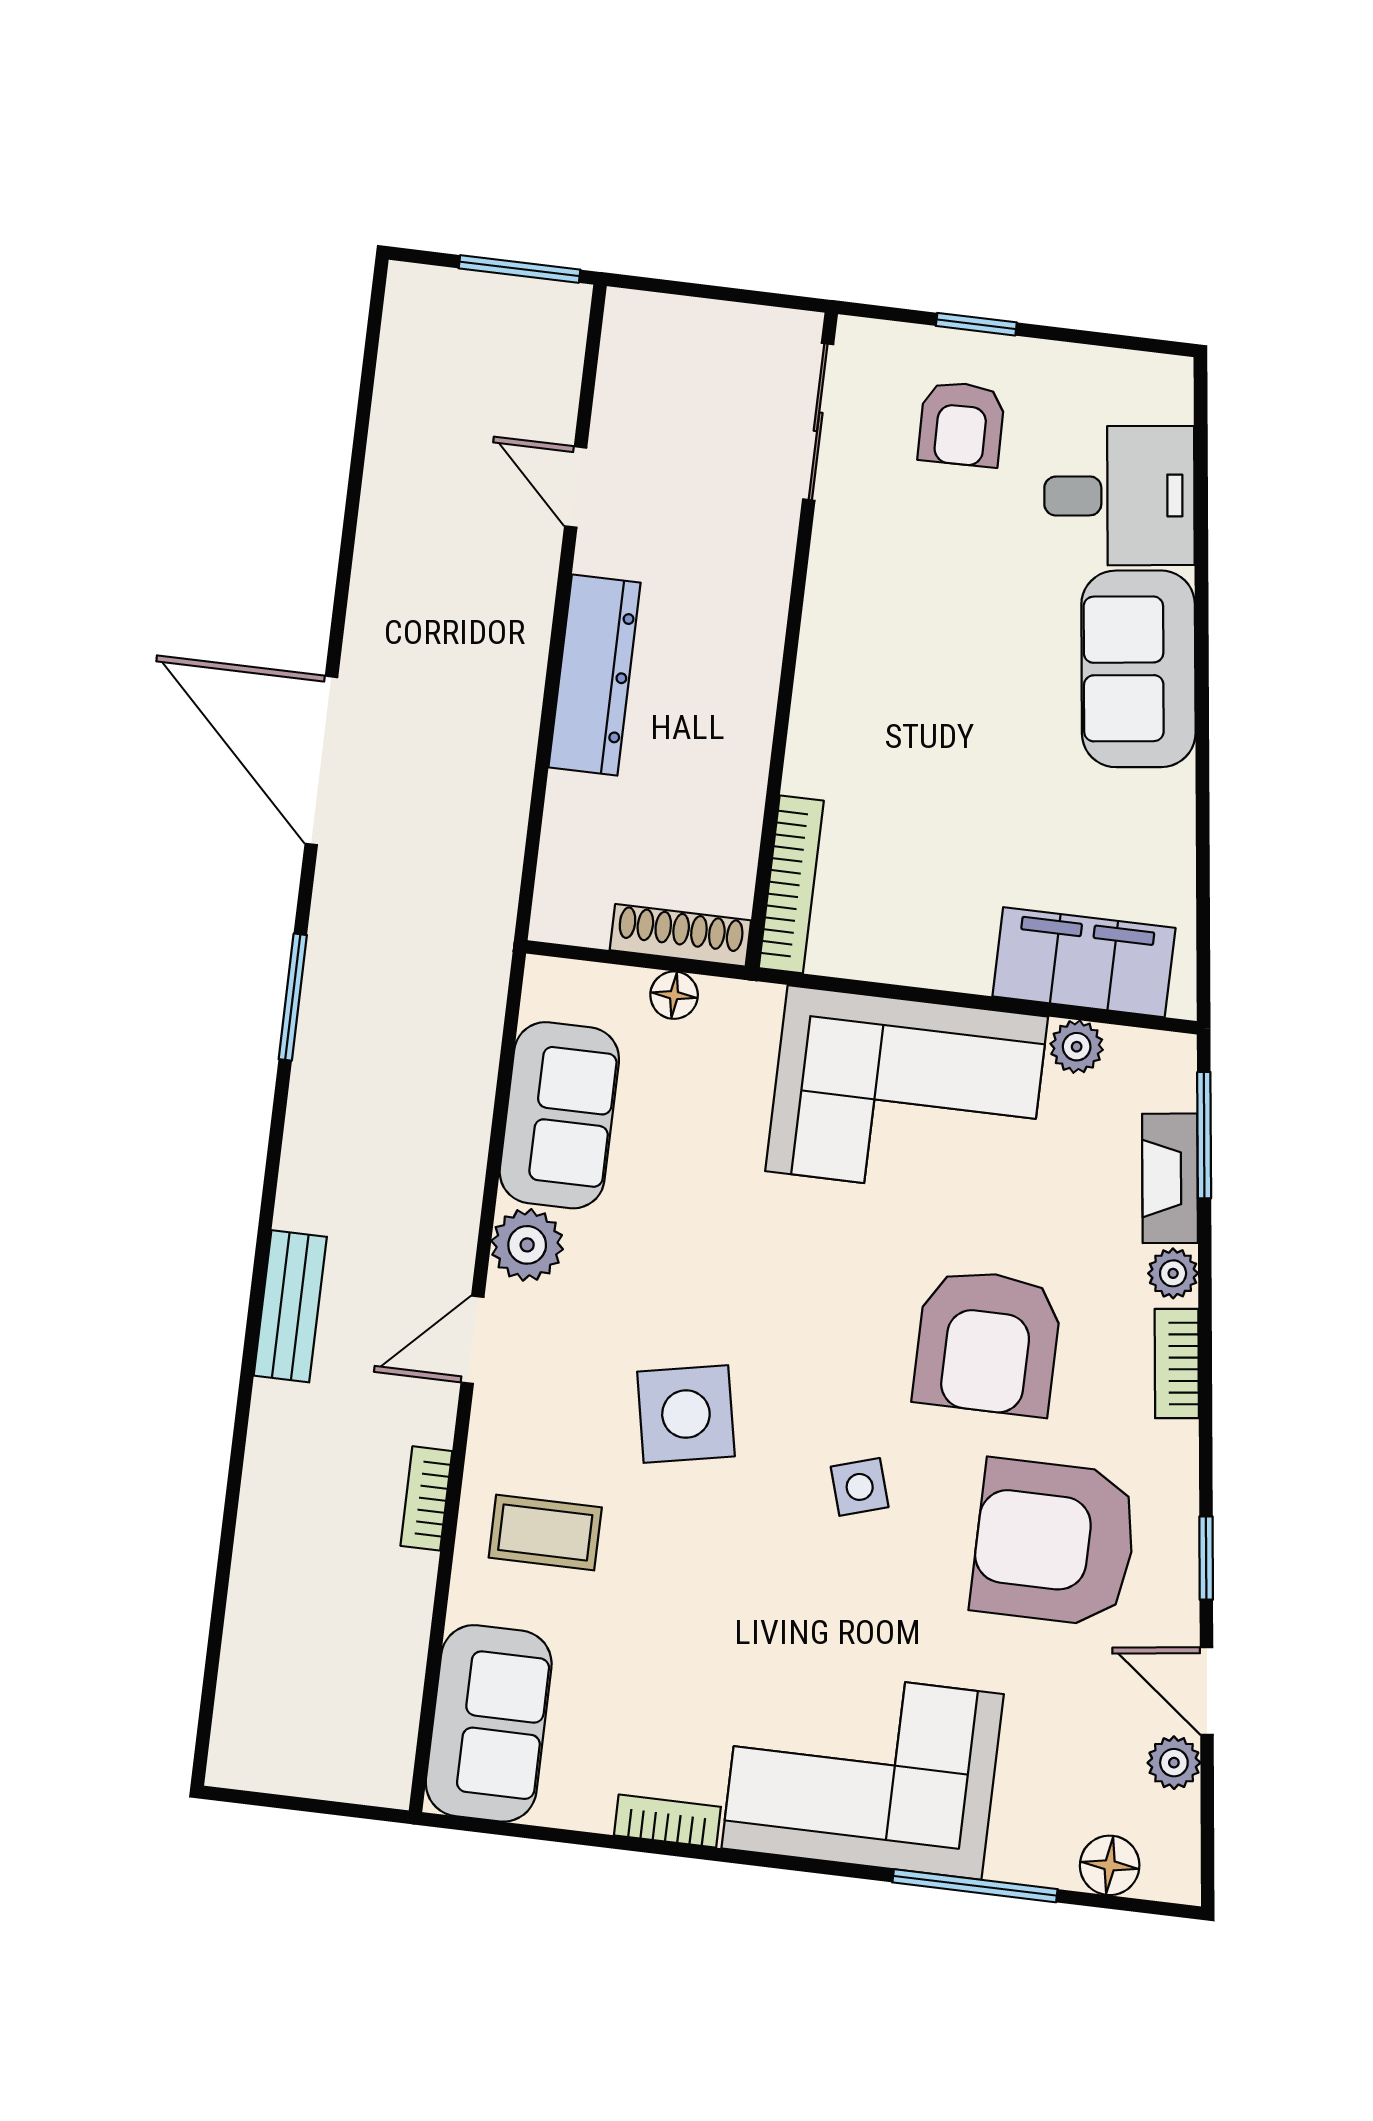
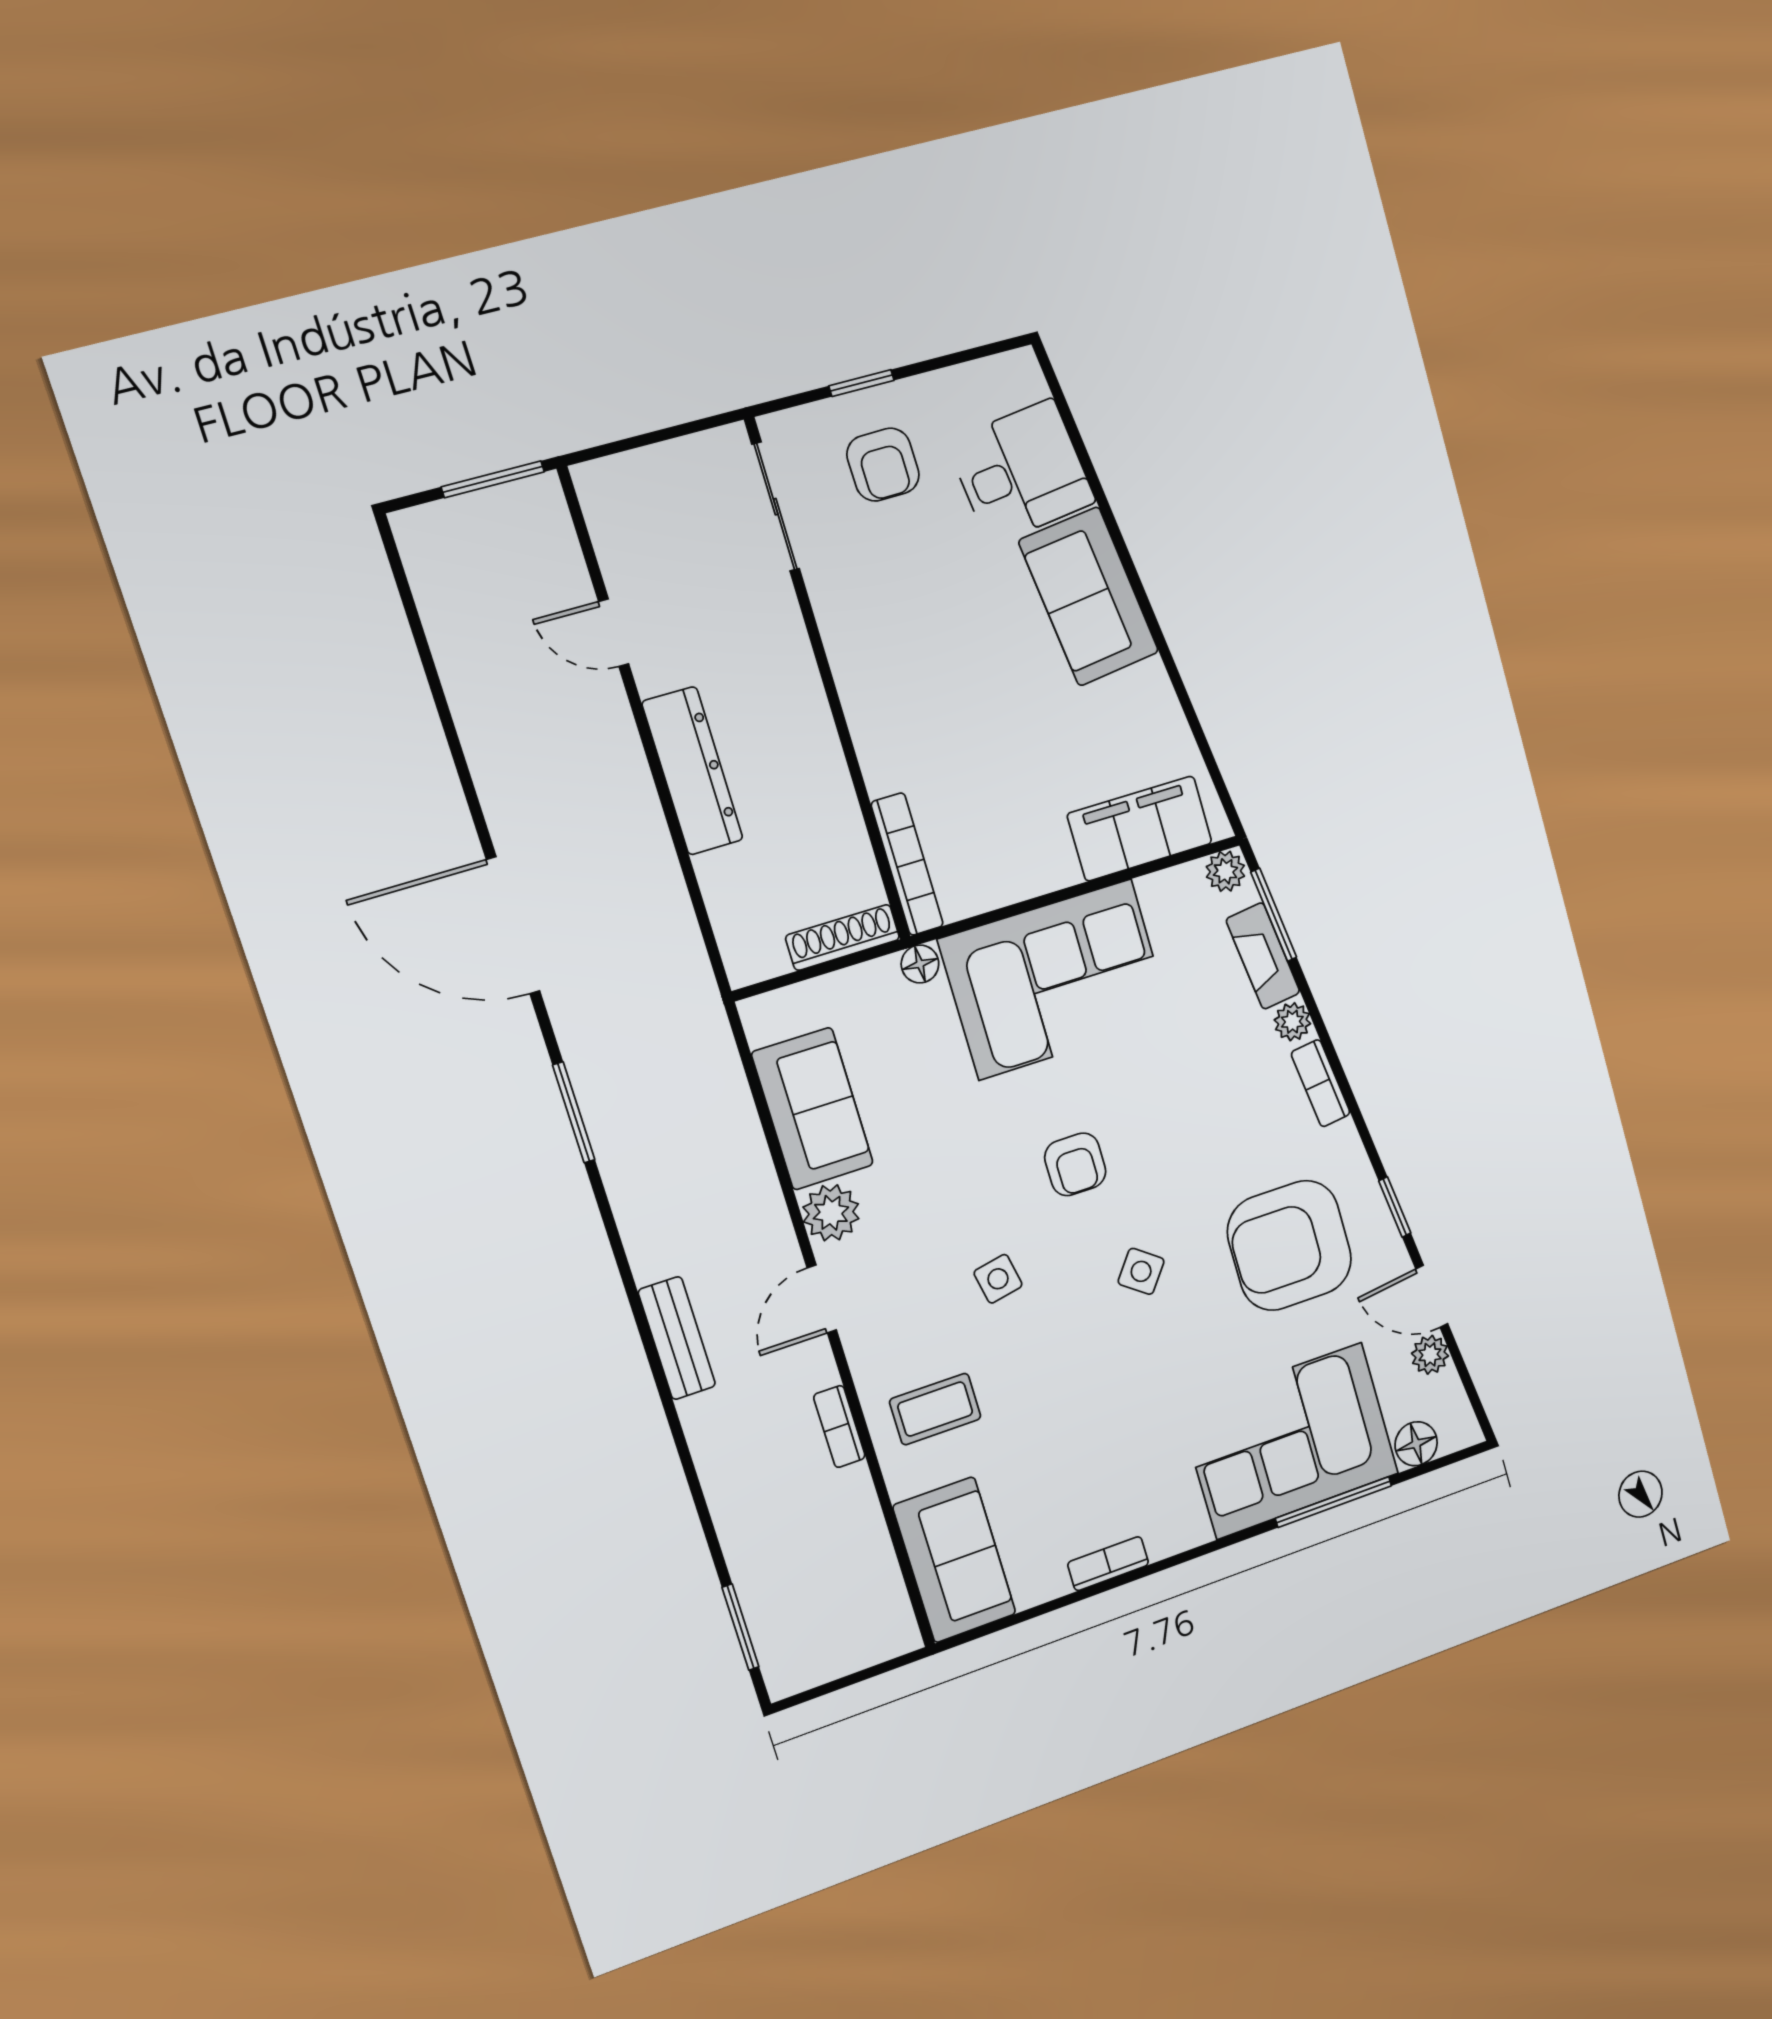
floor lamp: (674, 995) -> (920, 964), moved
plant: (1077, 1047) -> (1225, 871), moved
armchair: (987, 1342) -> (1075, 1164), moved, width x0.53, depth x0.53
side table: (686, 1414) -> (998, 1279), width x0.54, depth x0.54
side table: (860, 1487) -> (1141, 1271), turned -36
window: (210, 1677) -> (740, 1627), added
corner sofa: (863, 1771) -> (1289, 1441), moved

